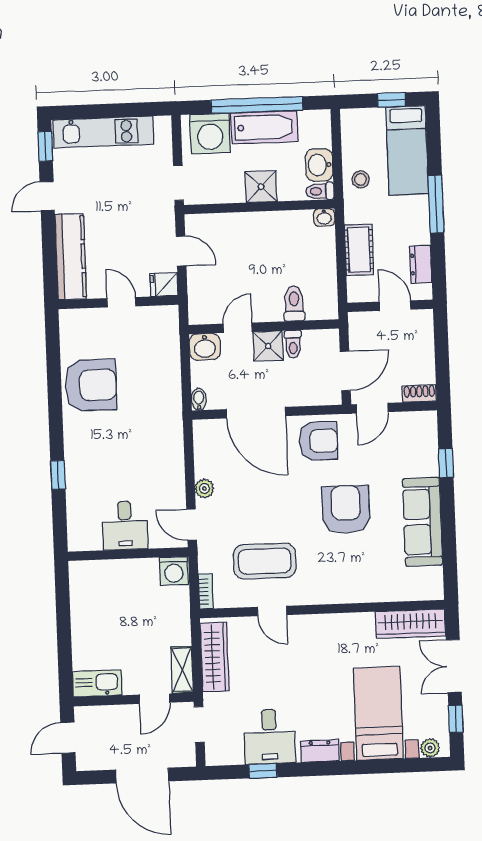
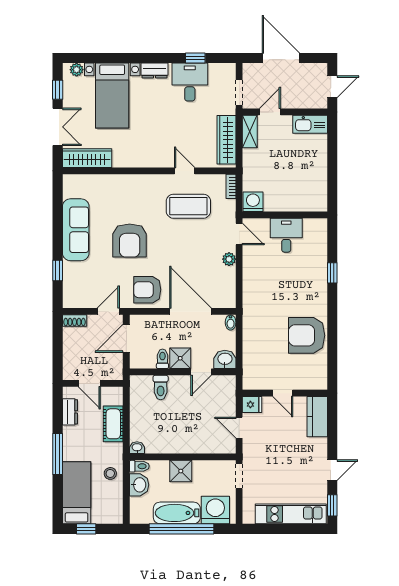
kitchen counter: (71, 257) -> (317, 417), width x0.67

